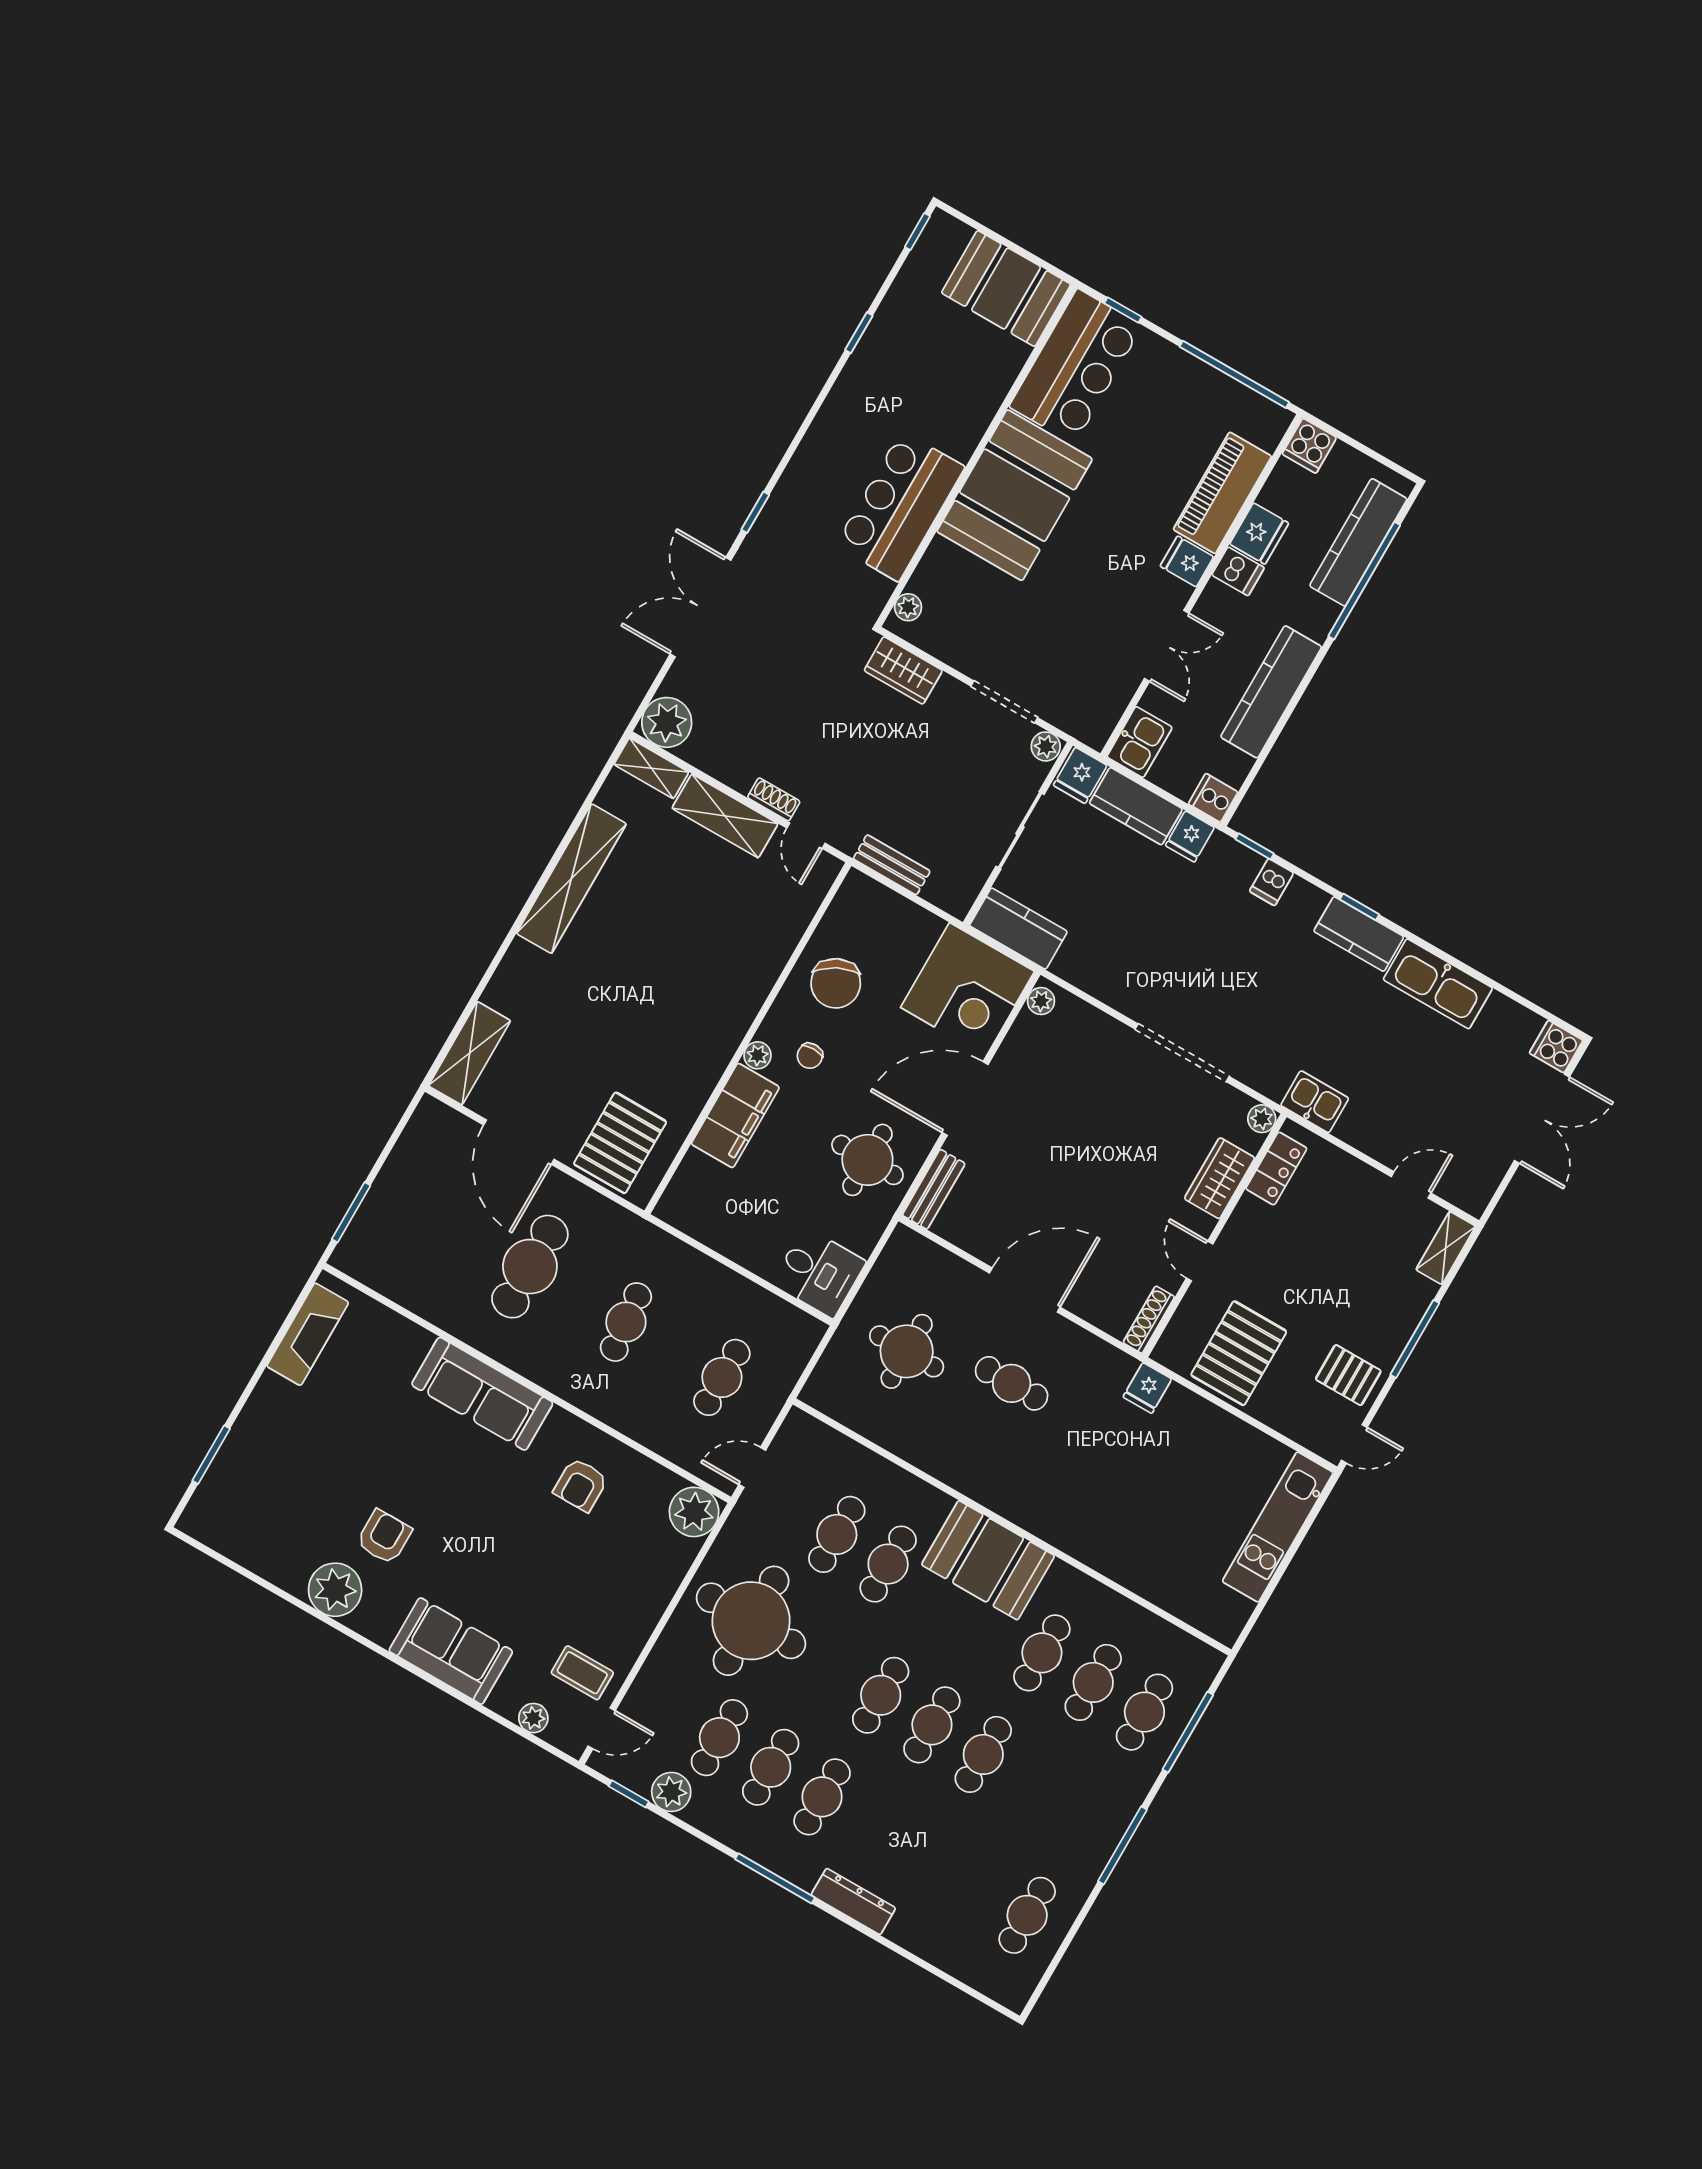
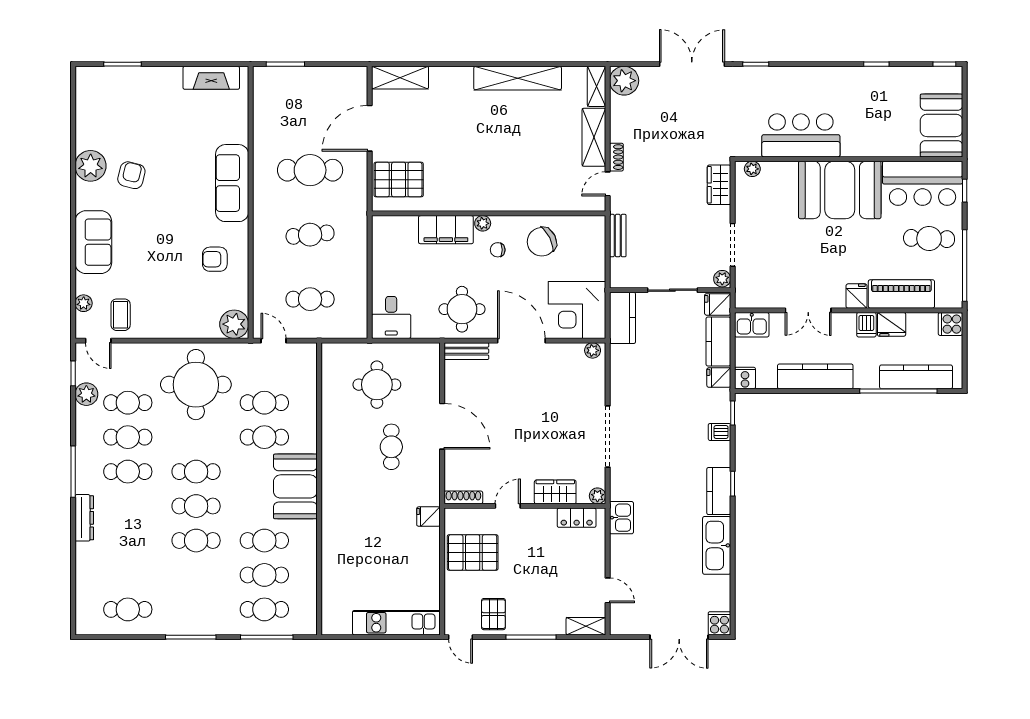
cafe table: (1164, 404) -> (929, 238), added
armchair: (384, 1537) -> (131, 175), turned -76

